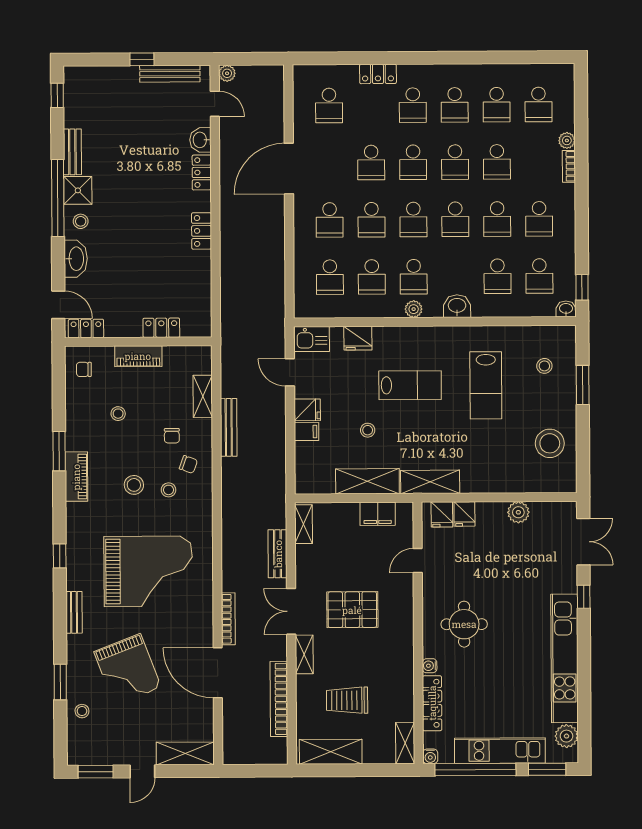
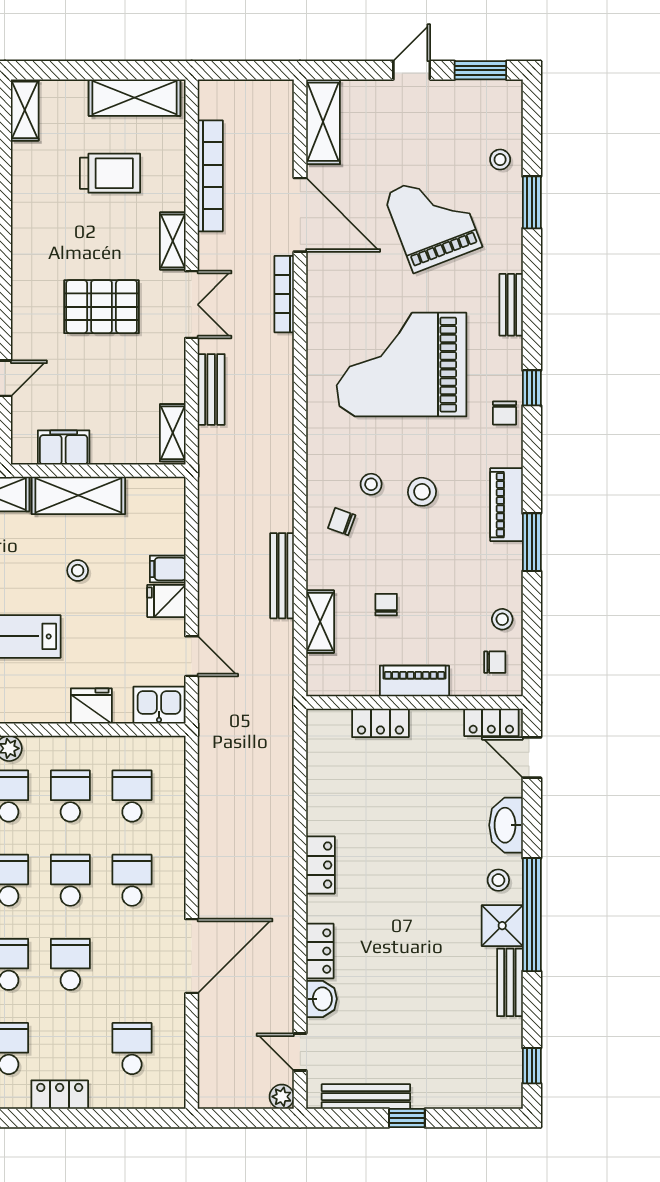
stool: (118, 414) -> (502, 619), moved
chair: (172, 436) -> (386, 605), moved
chair: (78, 539) -> (505, 413), added
shelving: (185, 753) -> (323, 122), moved, turned 90

